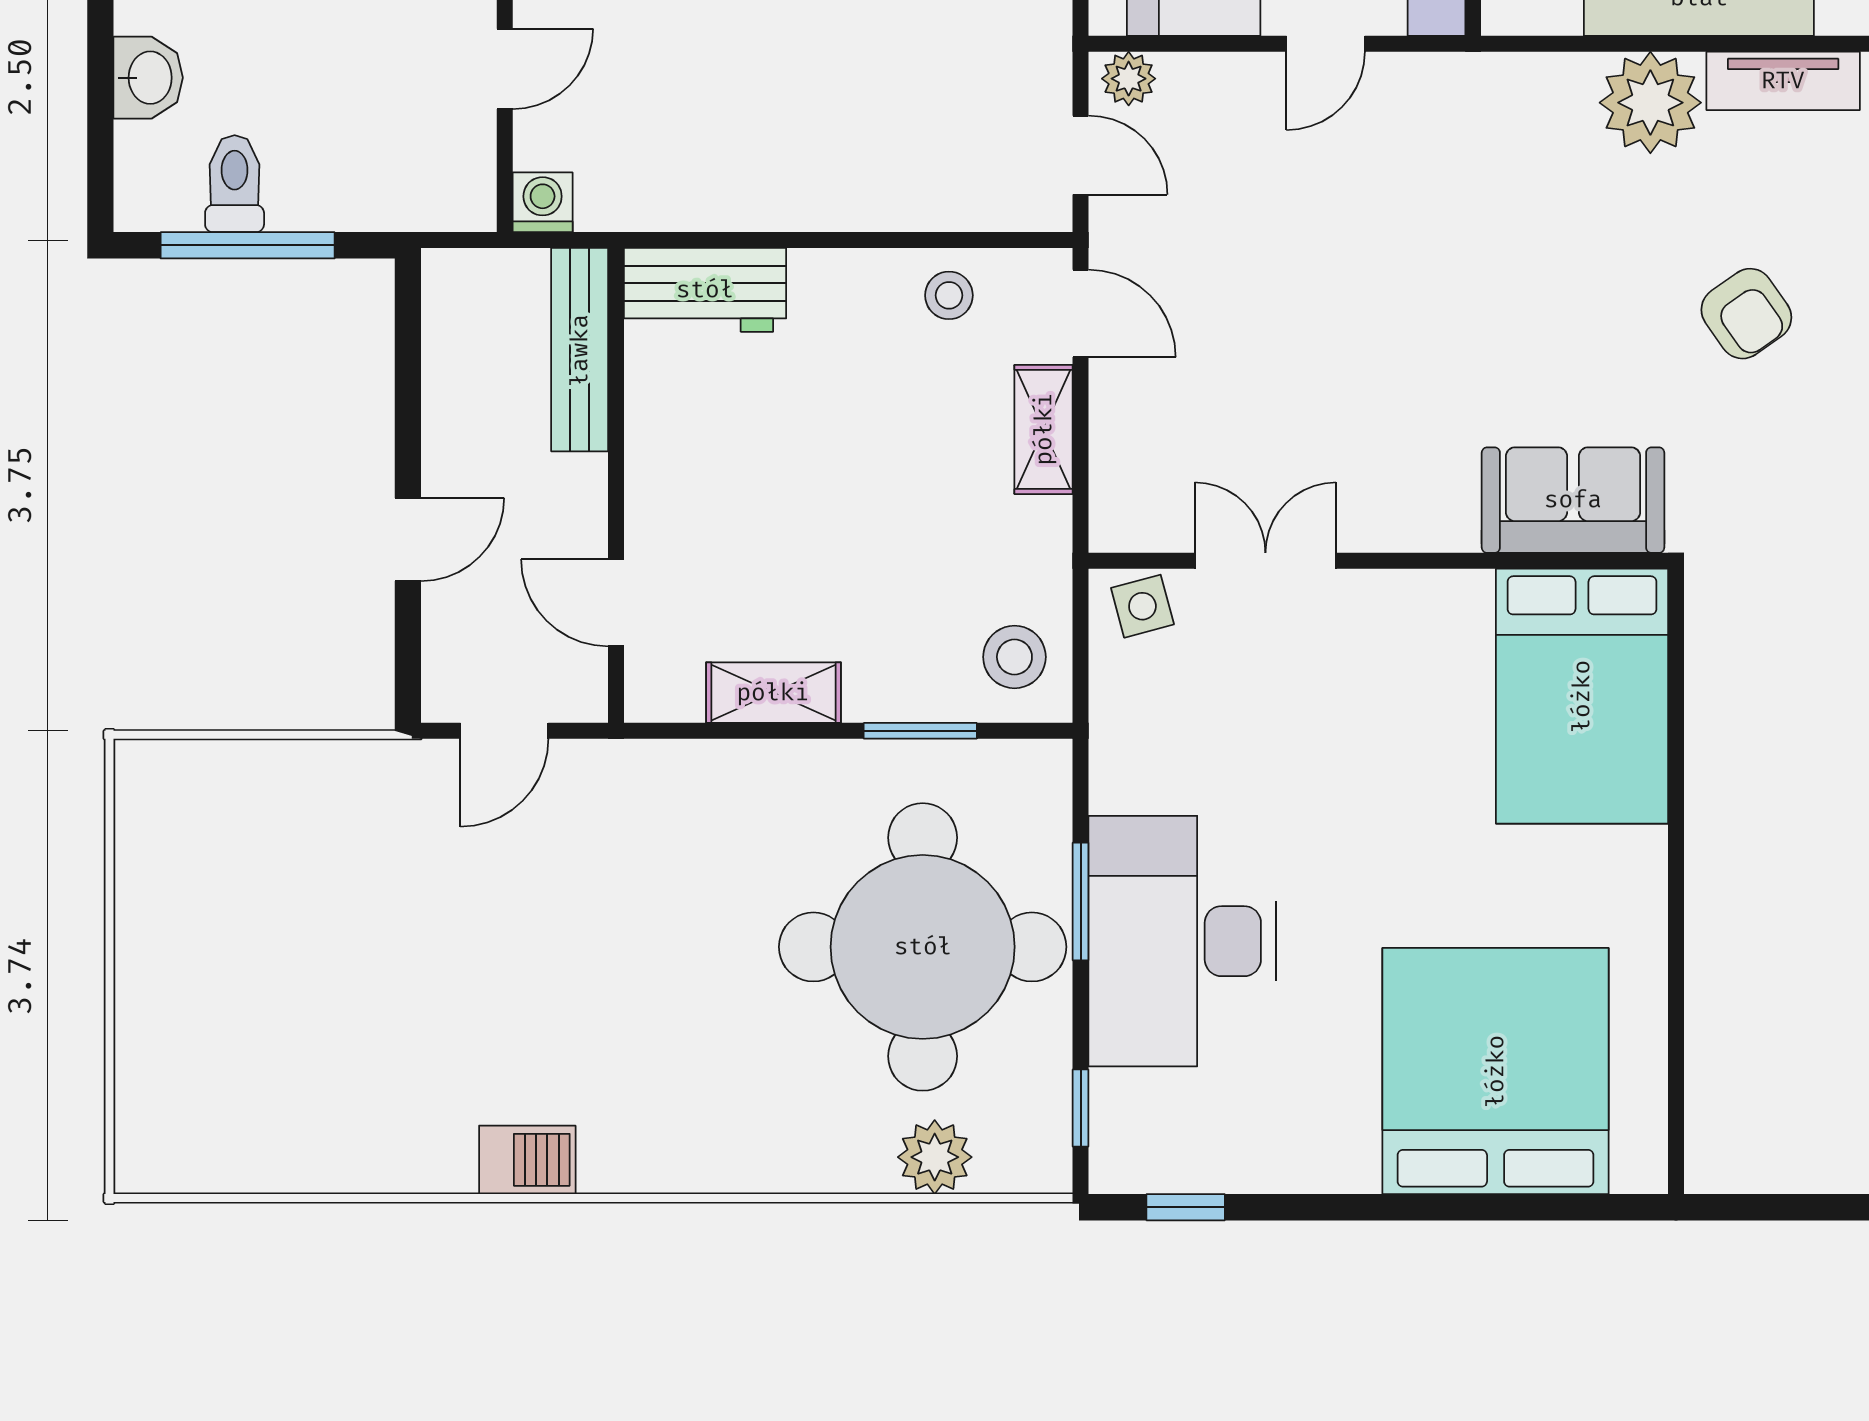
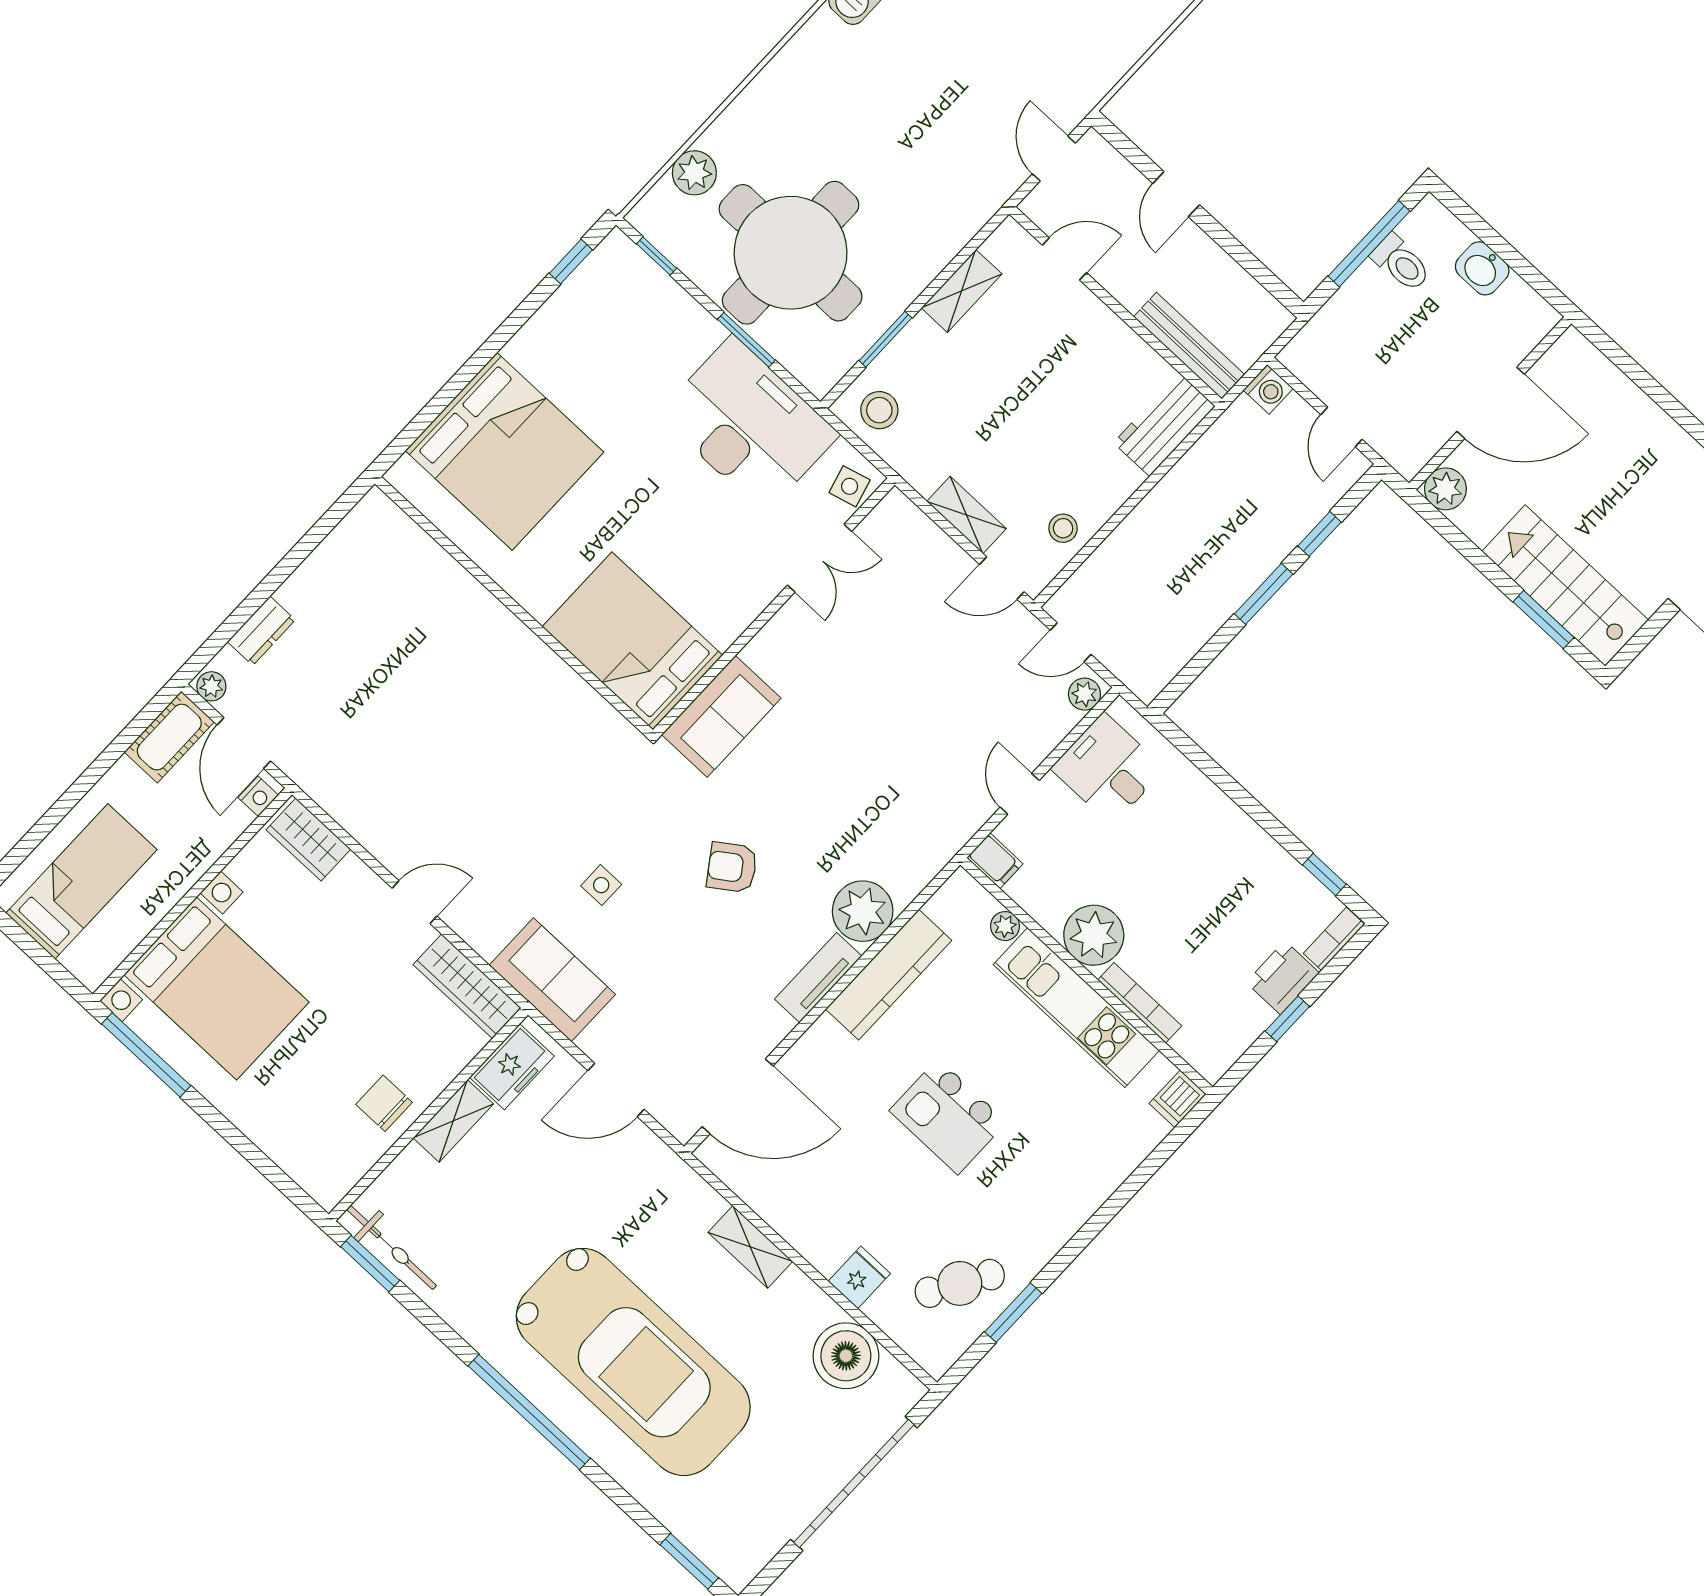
desk: (1182, 941) -> (749, 424), moved

